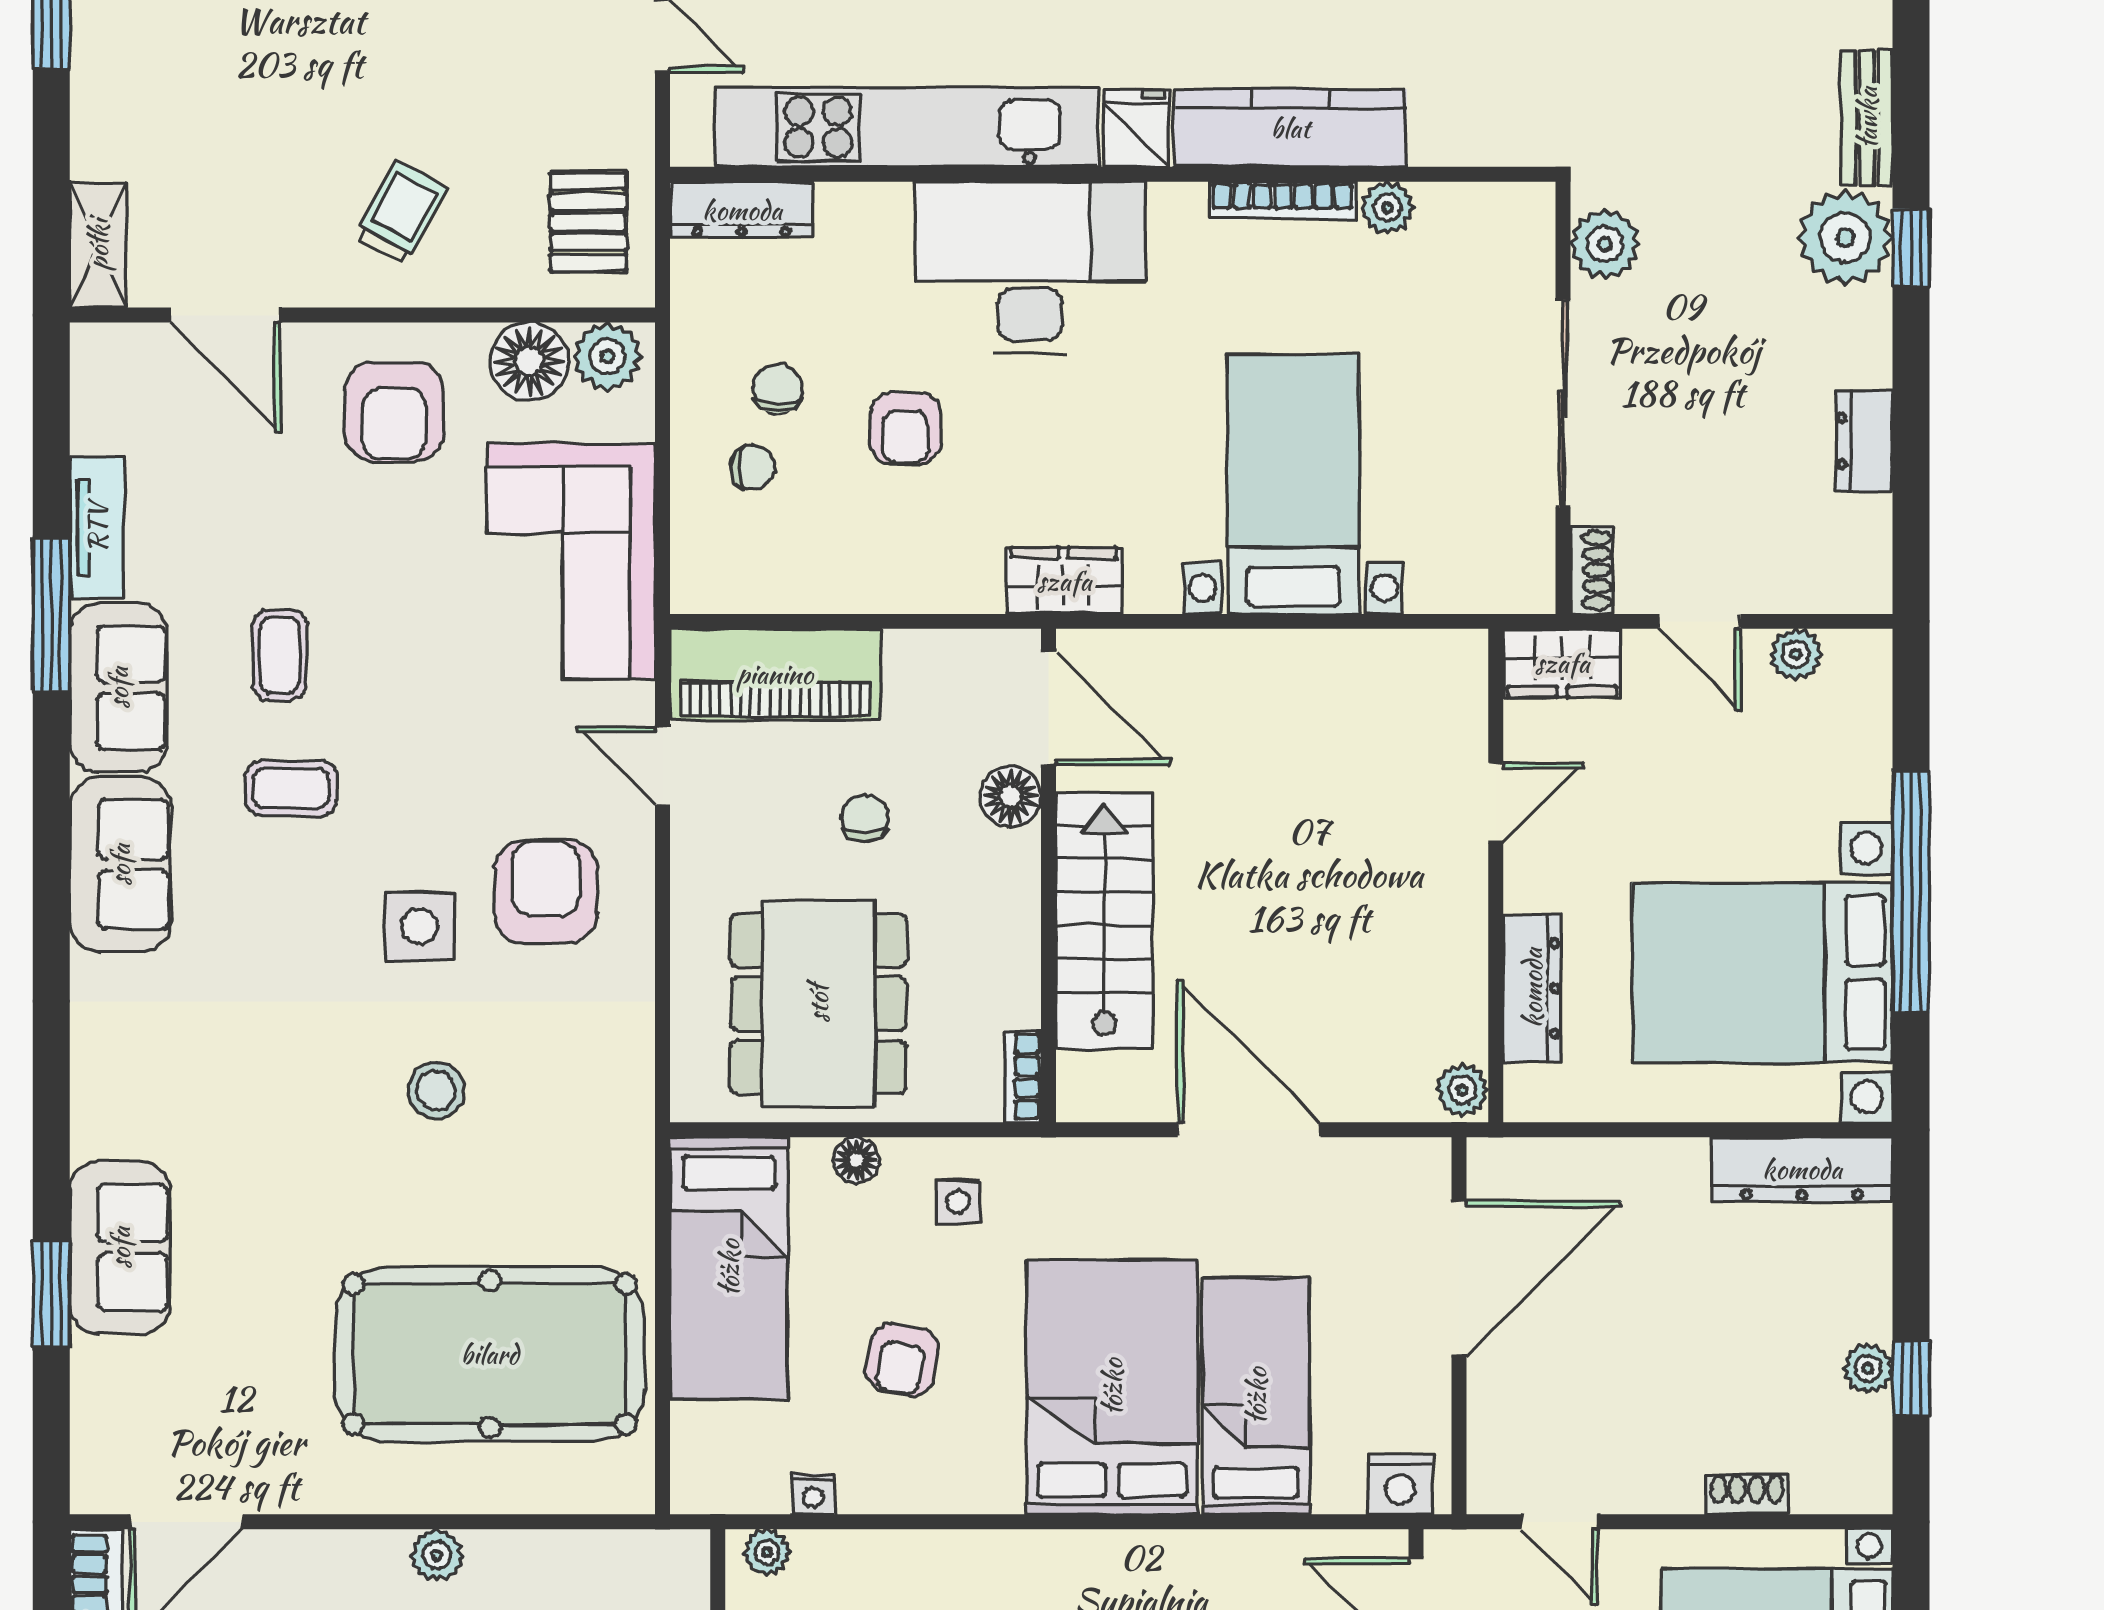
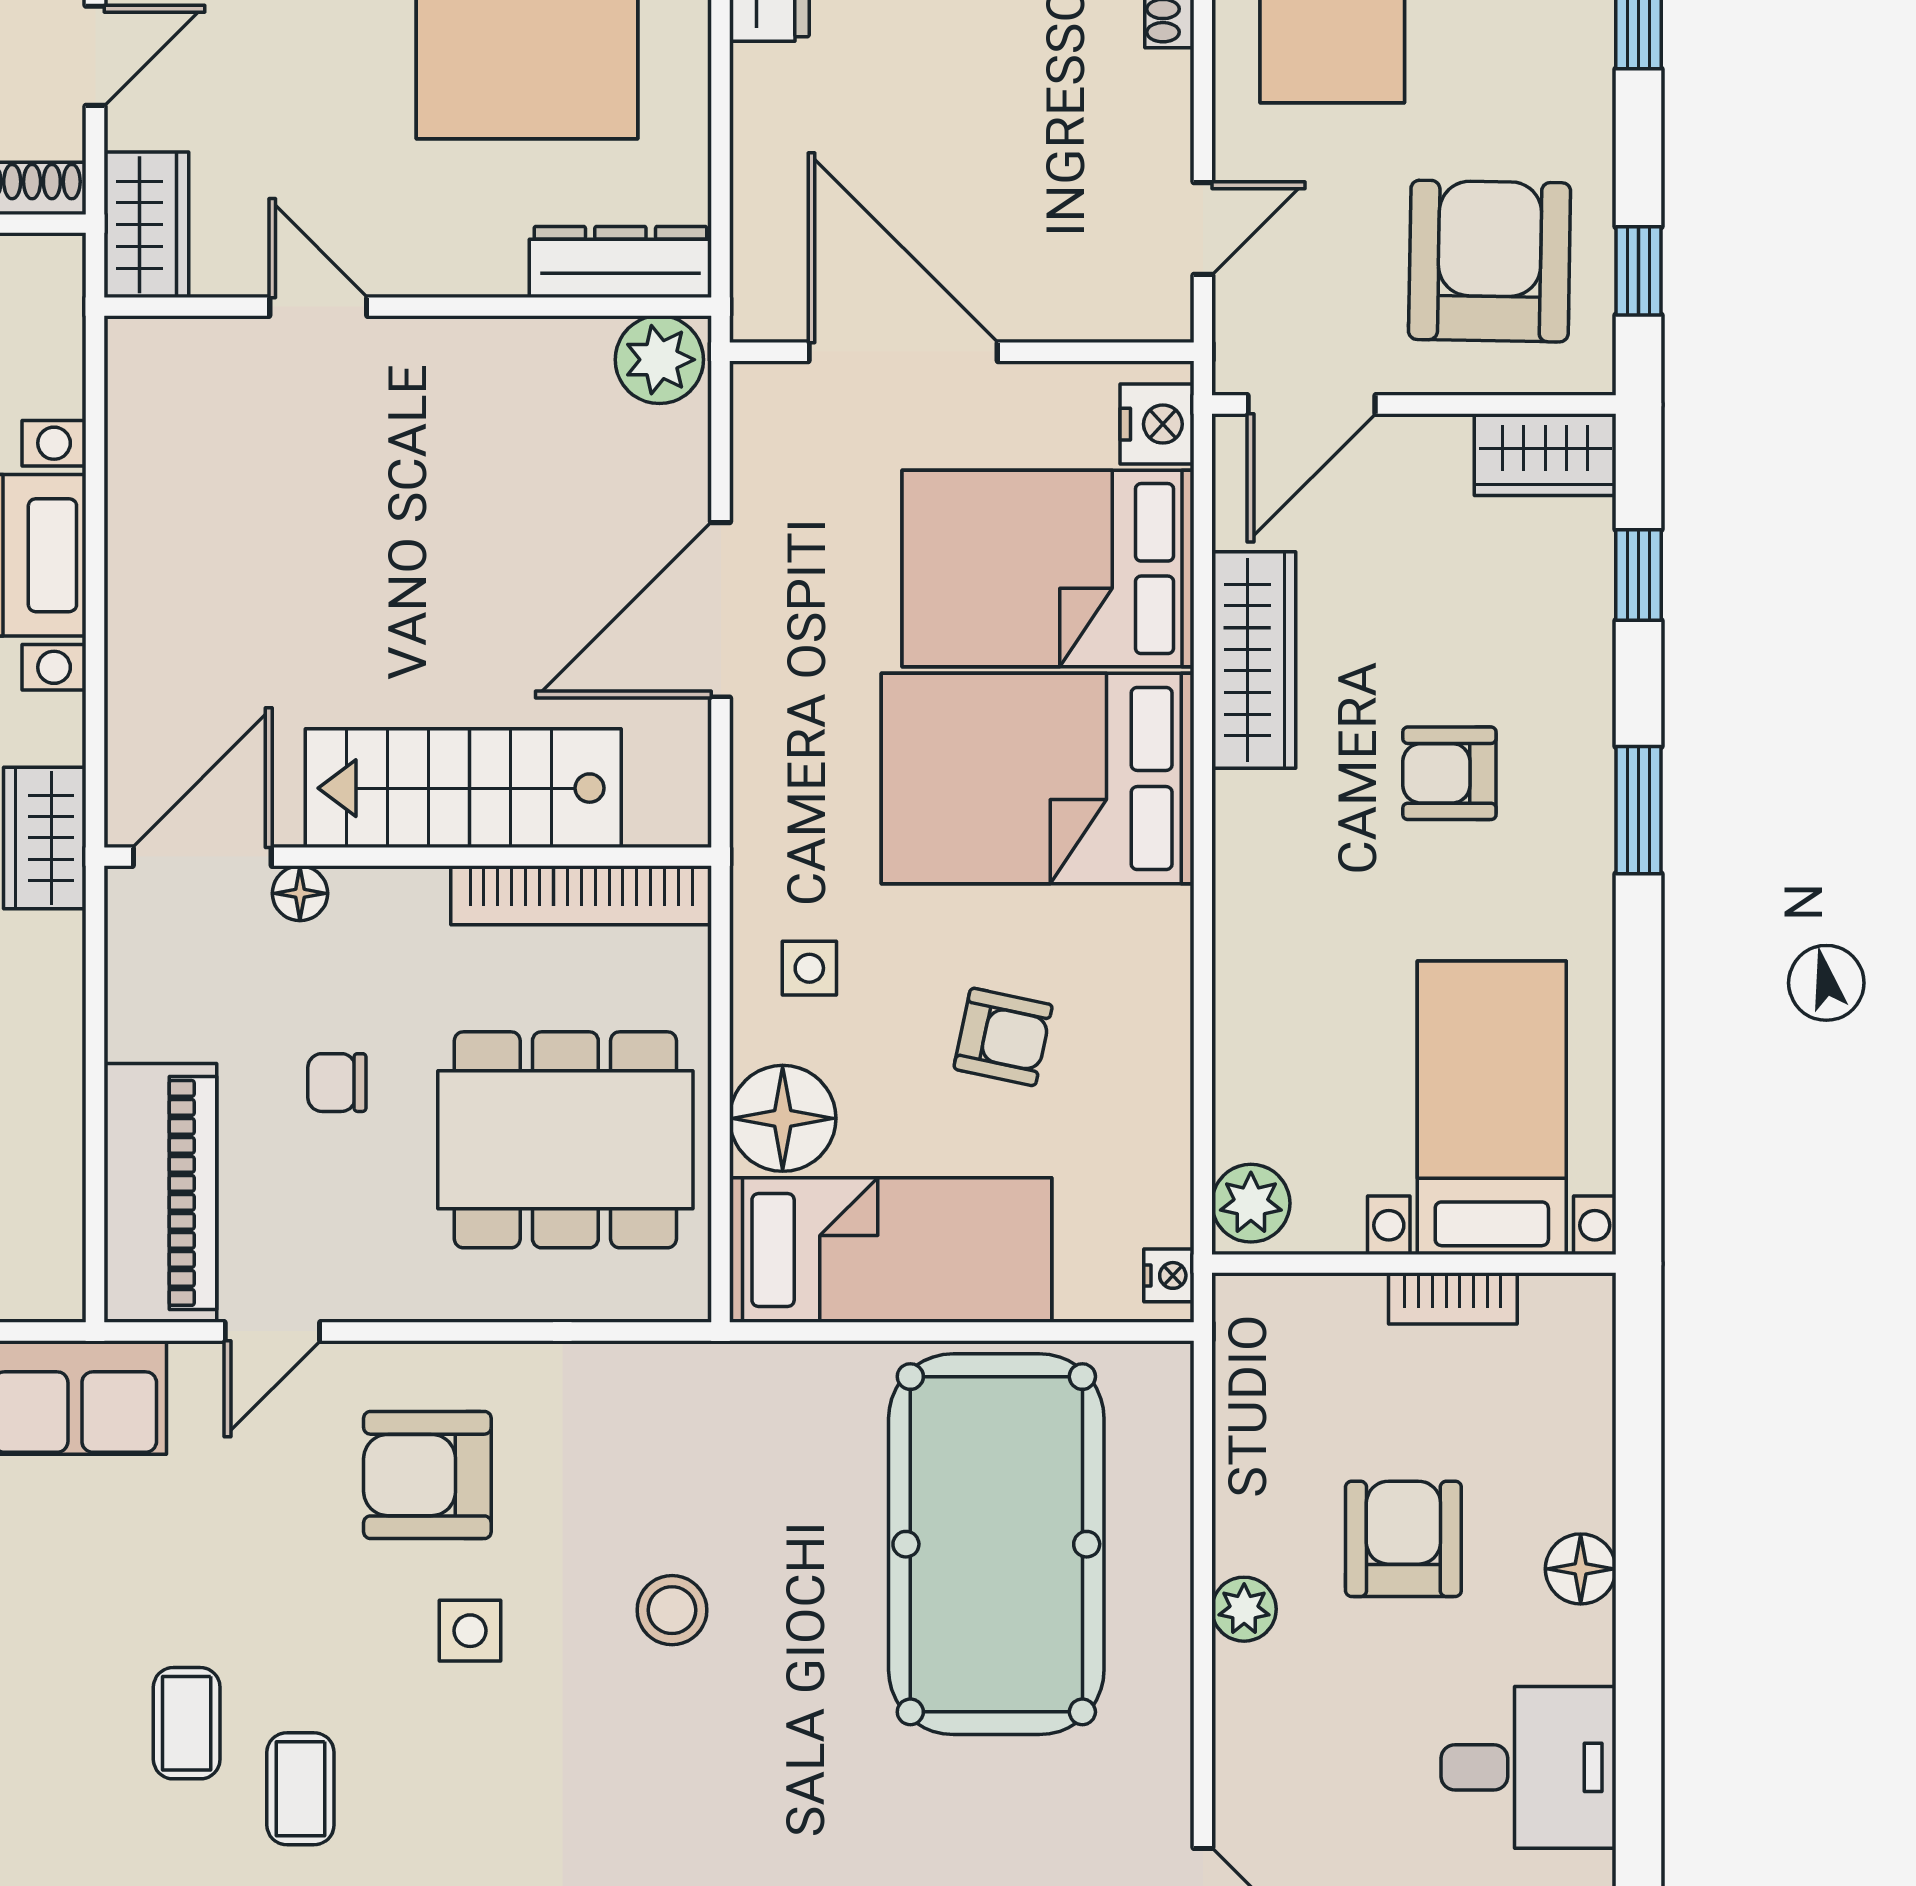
coffee table: (280, 655) -> (187, 1723), moved, turned 90
floor lamp: (1010, 796) -> (300, 893), width x0.73, depth x0.73
side table: (419, 926) -> (470, 1631), width x0.73, depth x0.73
dresser: (1532, 988) -> (620, 262), moved
bookcase: (1023, 1077) -> (581, 895), width x2.31, depth x1.31
plant: (1462, 1090) -> (659, 360), width x1.38, depth x1.38
floor lamp: (856, 1160) -> (783, 1118), width x1.89, depth x1.89
bed: (1256, 1396) -> (1048, 569), width x1.50
nightstand: (813, 1494) -> (1169, 1275), moved
plant: (767, 1552) -> (1251, 1203), width x1.38, depth x1.38
wardrobe: (1208, 1563) -> (1254, 660), added

